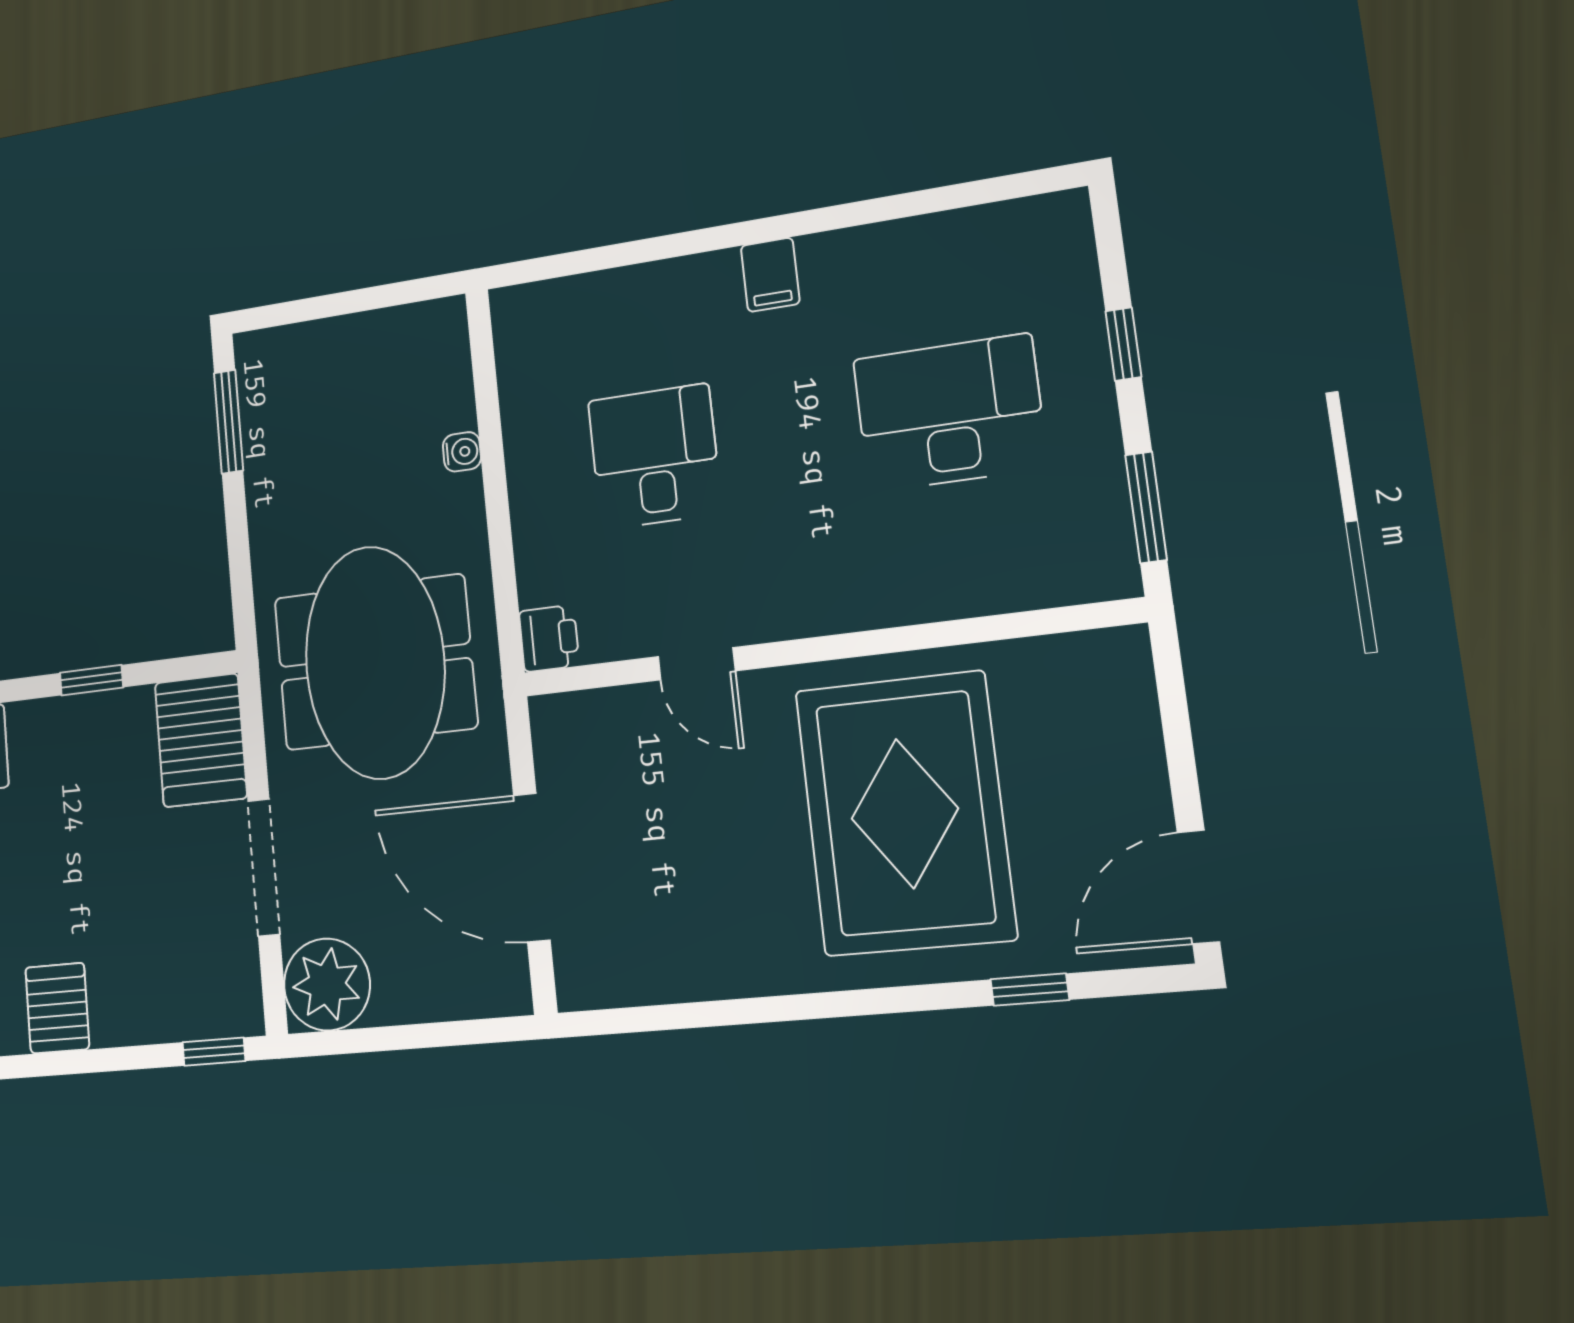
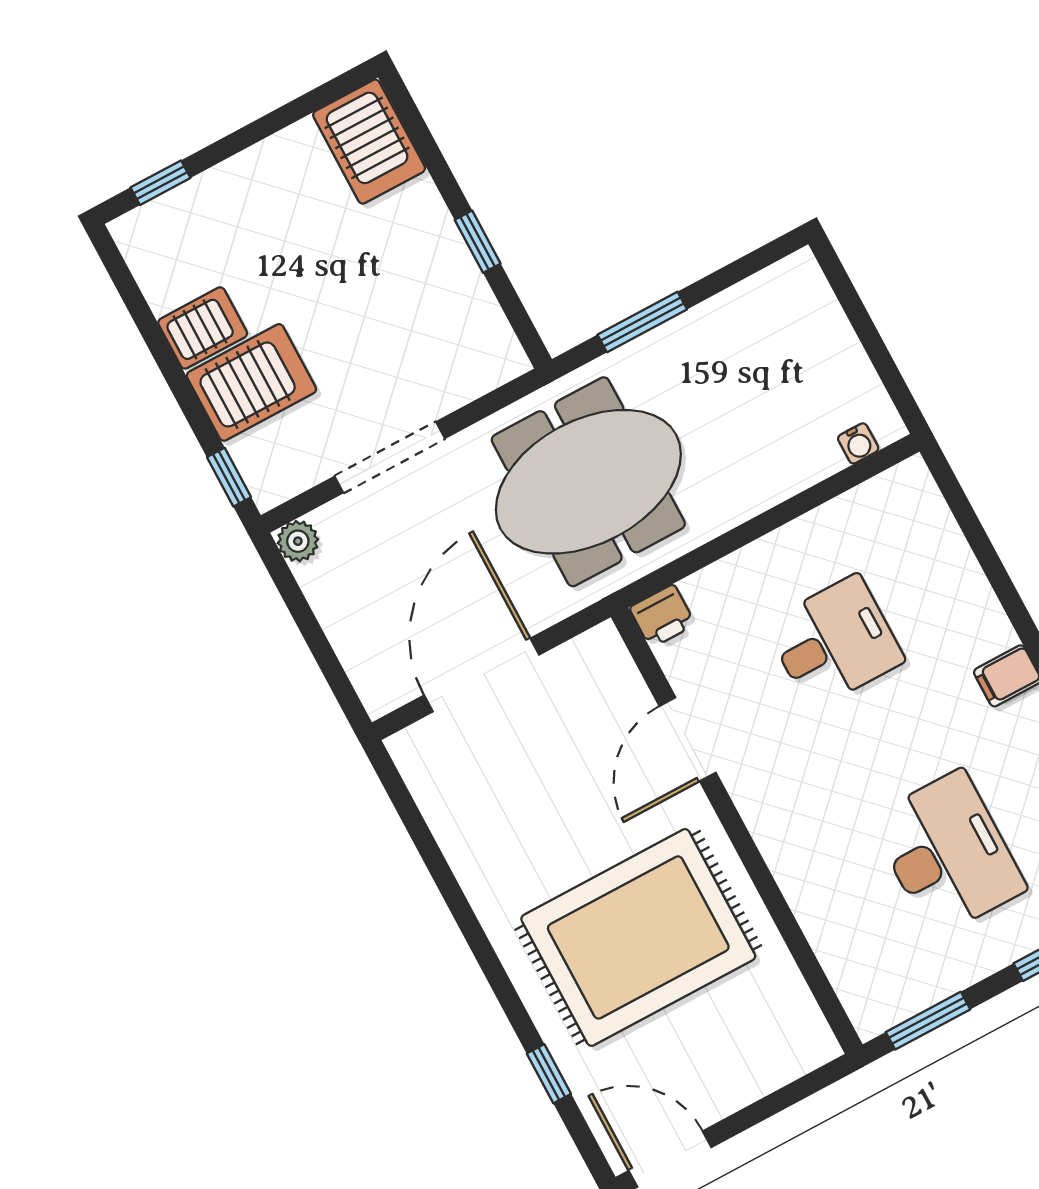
window: (229, 422) -> (642, 322), moved
water cooler: (462, 452) -> (858, 443), moved
door: (697, 664) -> (688, 739), width x1.38
server rack: (201, 740) -> (251, 382), moved, turned 180
plant: (327, 984) -> (298, 541), width x0.53, depth x0.53

